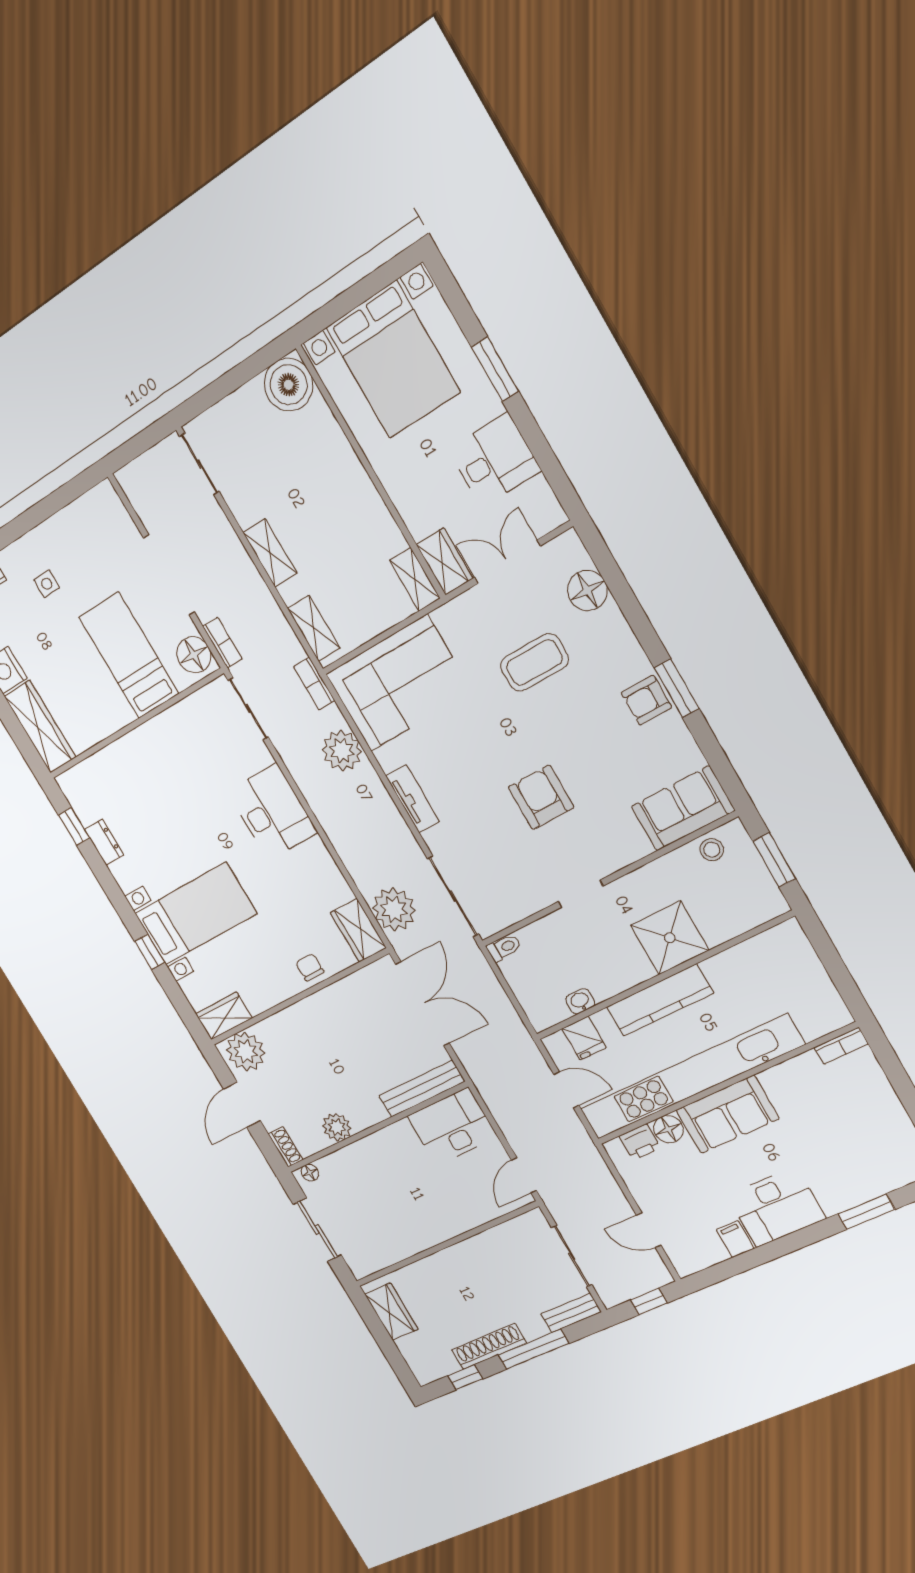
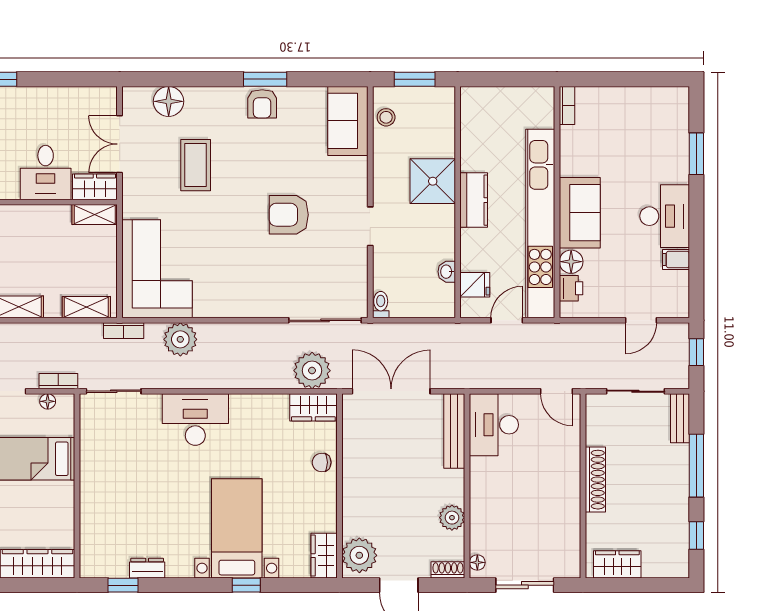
desk: (495, 460) -> (46, 173), moved, turned 180
floor lamp: (194, 655) -> (48, 401), width x0.53, depth x0.53
tv unit: (413, 799) -> (241, 308), removed
kitchen counter: (660, 1000) -> (474, 200), width x0.67
shoe rack: (489, 1346) -> (595, 480), moved, turned 180

